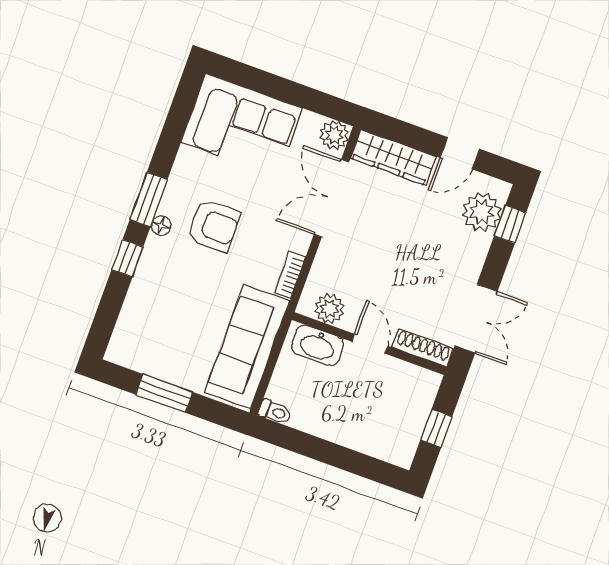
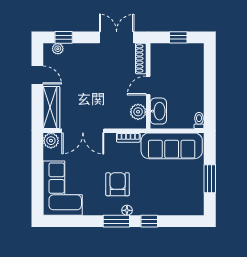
plant: (482, 212) -> (58, 49), width x0.53, depth x0.53

